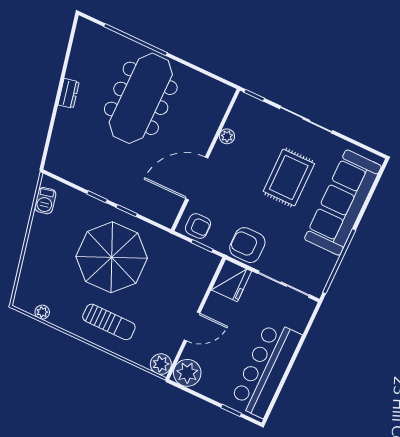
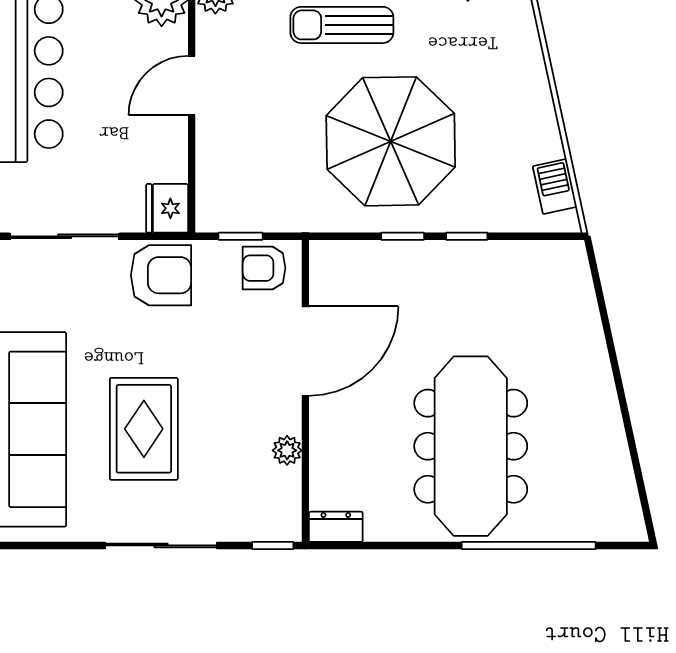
dresser: (69, 93) -> (336, 527), moved, turned 102
fridge: (231, 280) -> (167, 208), width x0.73, depth x0.75

